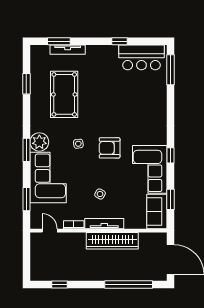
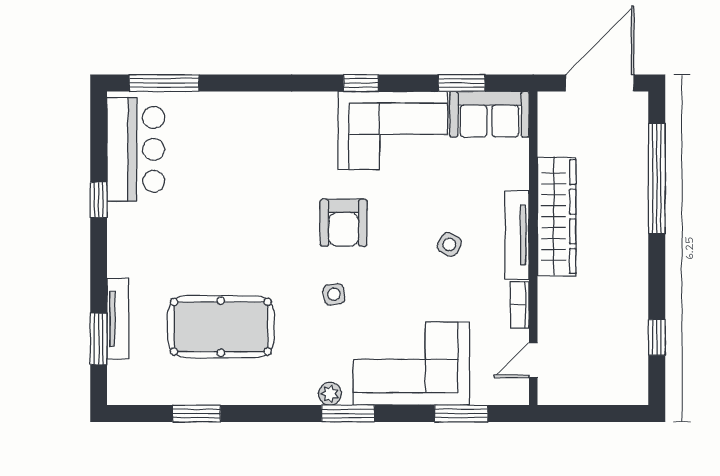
plant: (39, 142) -> (330, 394), width x0.53, depth x0.53

